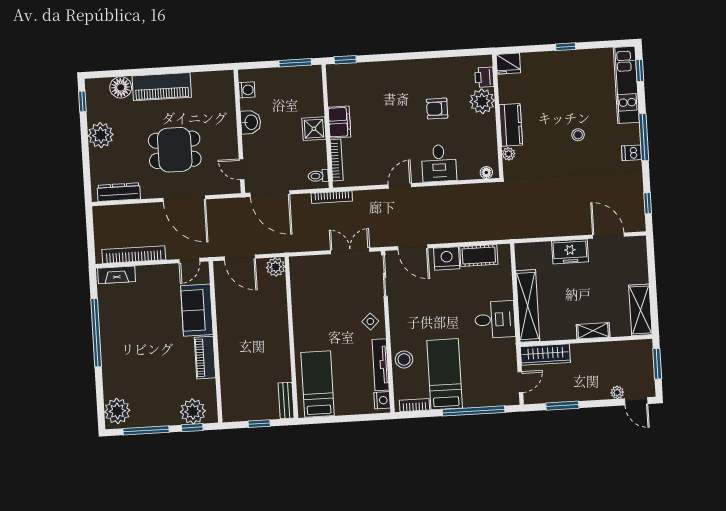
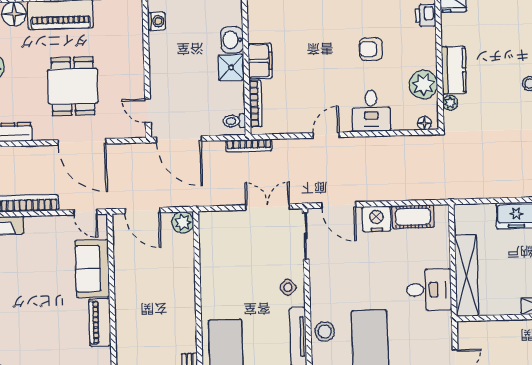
plant: (482, 101) -> (423, 85), moved
washbasin: (251, 122) -> (232, 40), moved, turned 180
dining table: (175, 150) -> (73, 86), turned 90
door: (189, 261) -> (86, 212), hinge flipped
wardrobe: (545, 355) -> (485, 331), removed

